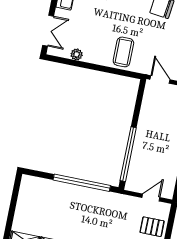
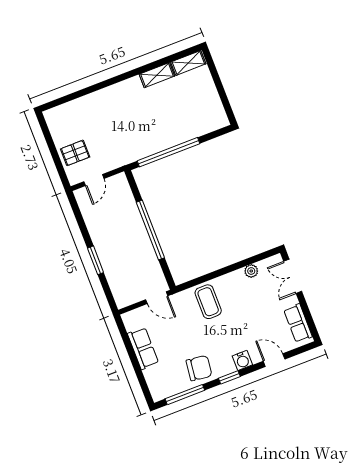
window: (128, 154) -> (150, 230), moved

